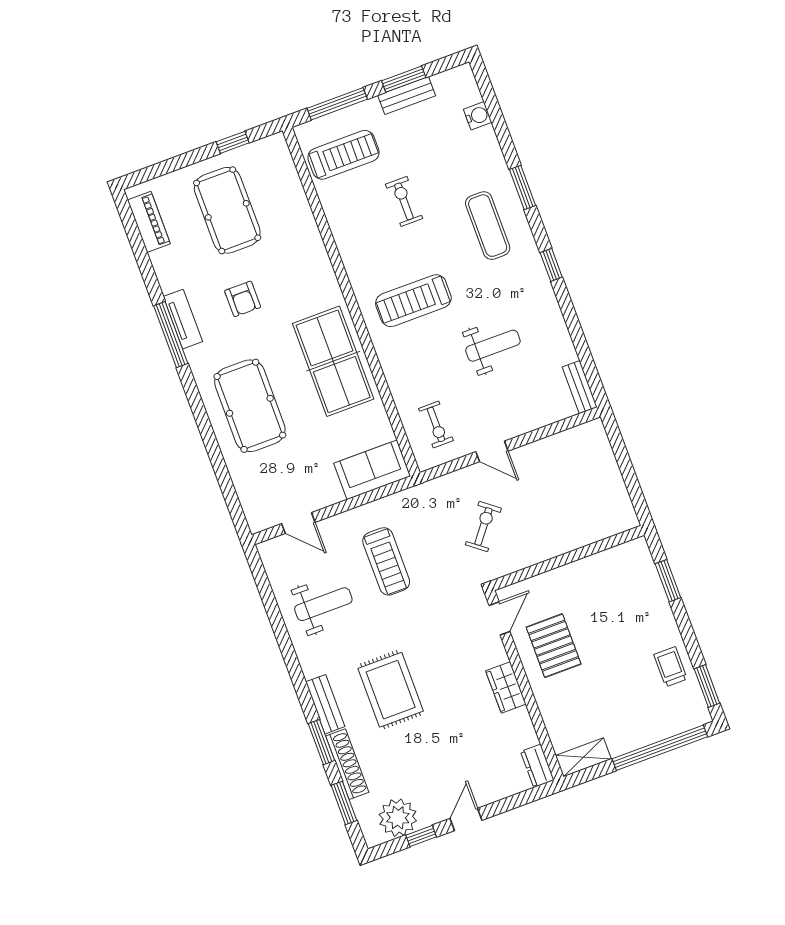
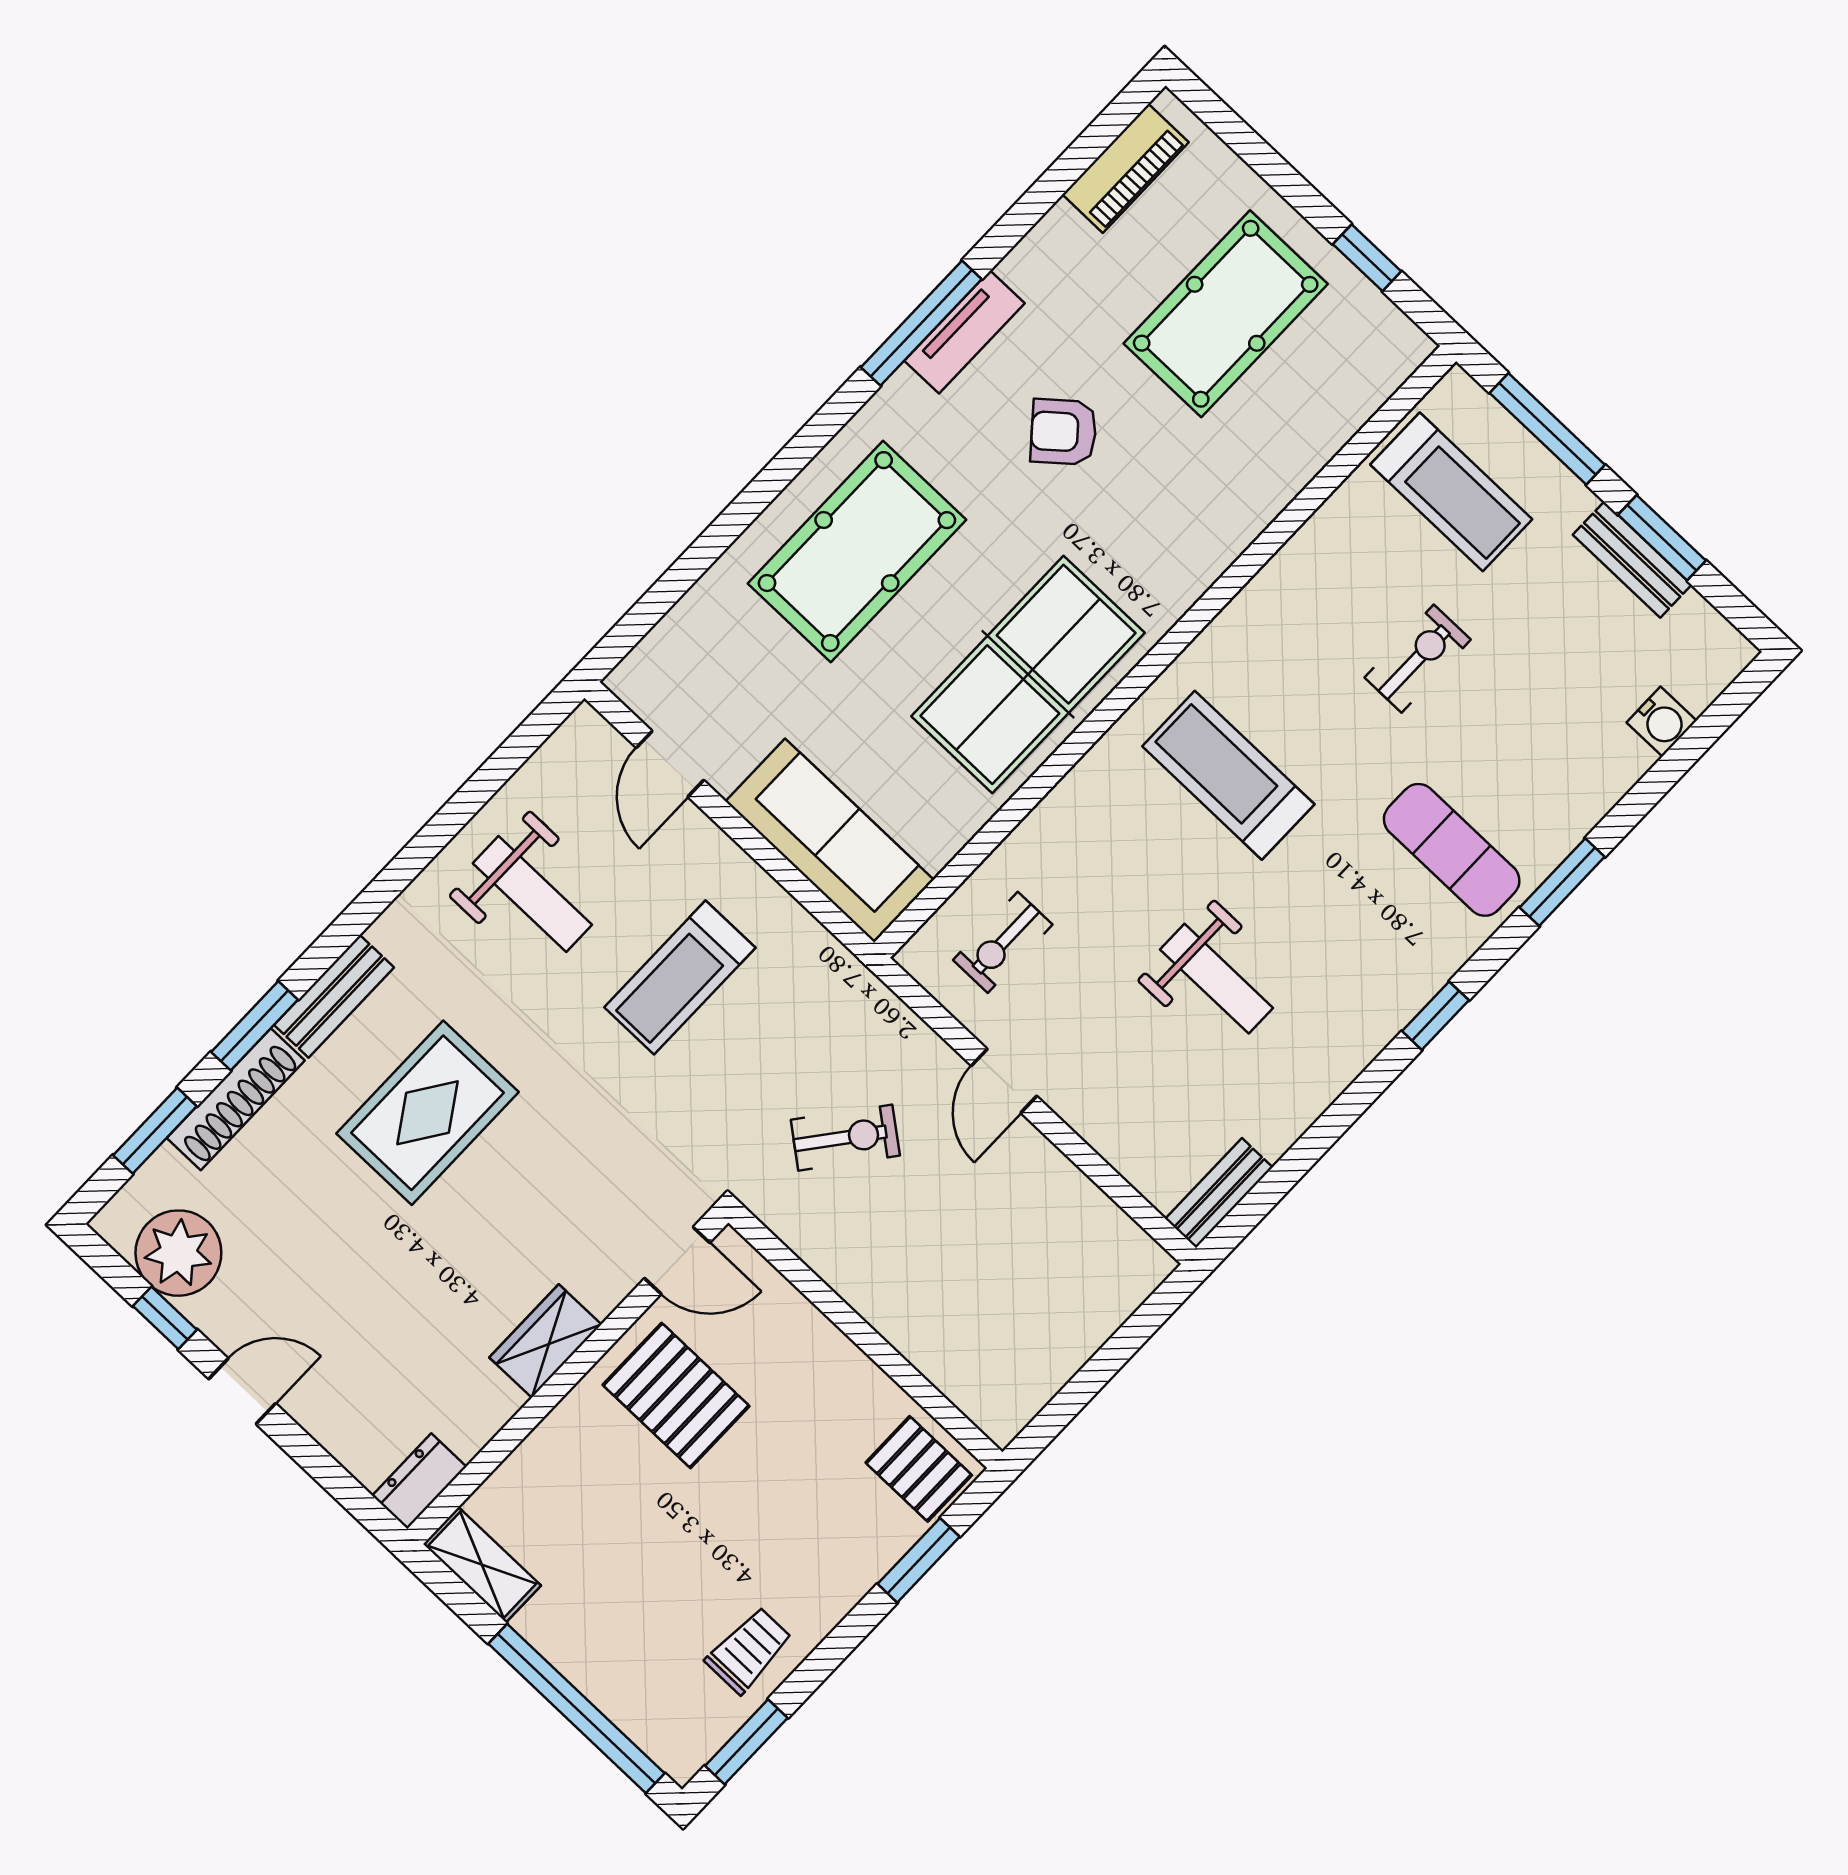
exercise mat: (488, 226) -> (1452, 850), turned 90
armchair: (243, 299) -> (1064, 432), turned 50
sofa: (372, 470) -> (829, 840), width x1.36
pallet: (631, 563) -> (919, 1469), added
pallet: (554, 646) -> (676, 1395), turned 90

